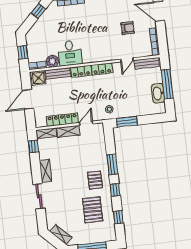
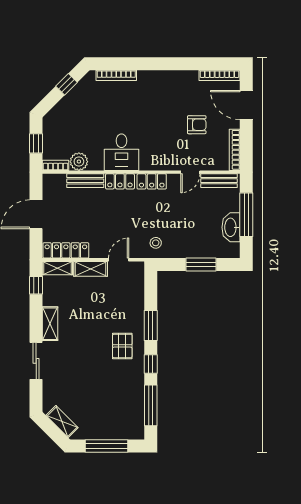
desk: (70, 53) -> (121, 152), moved
shower: (38, 78) -> (55, 184), removed
locker: (62, 120) -> (66, 250), moved
window: (127, 122) -> (201, 265), moved
pallet: (93, 210) -> (114, 390), removed
window: (118, 217) -> (151, 405), width x2.17

